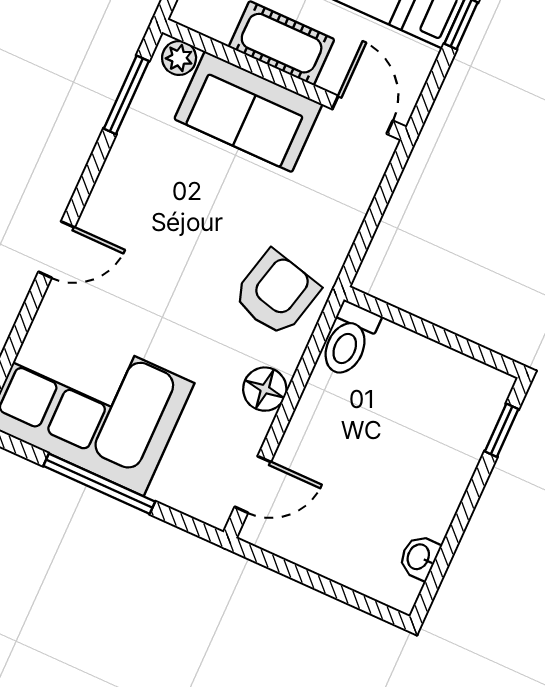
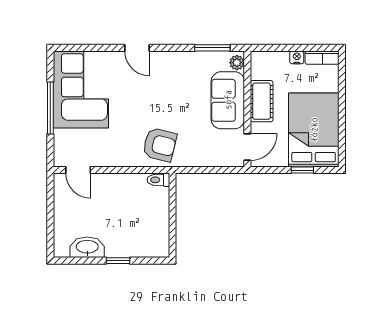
toilet: (349, 340) -> (158, 180), width x0.73, depth x0.72
floor lamp: (265, 389) -> (119, 158), removed
window: (502, 430) -> (118, 261), moved
washbasin: (419, 557) -> (87, 247), width x1.91, depth x1.45

